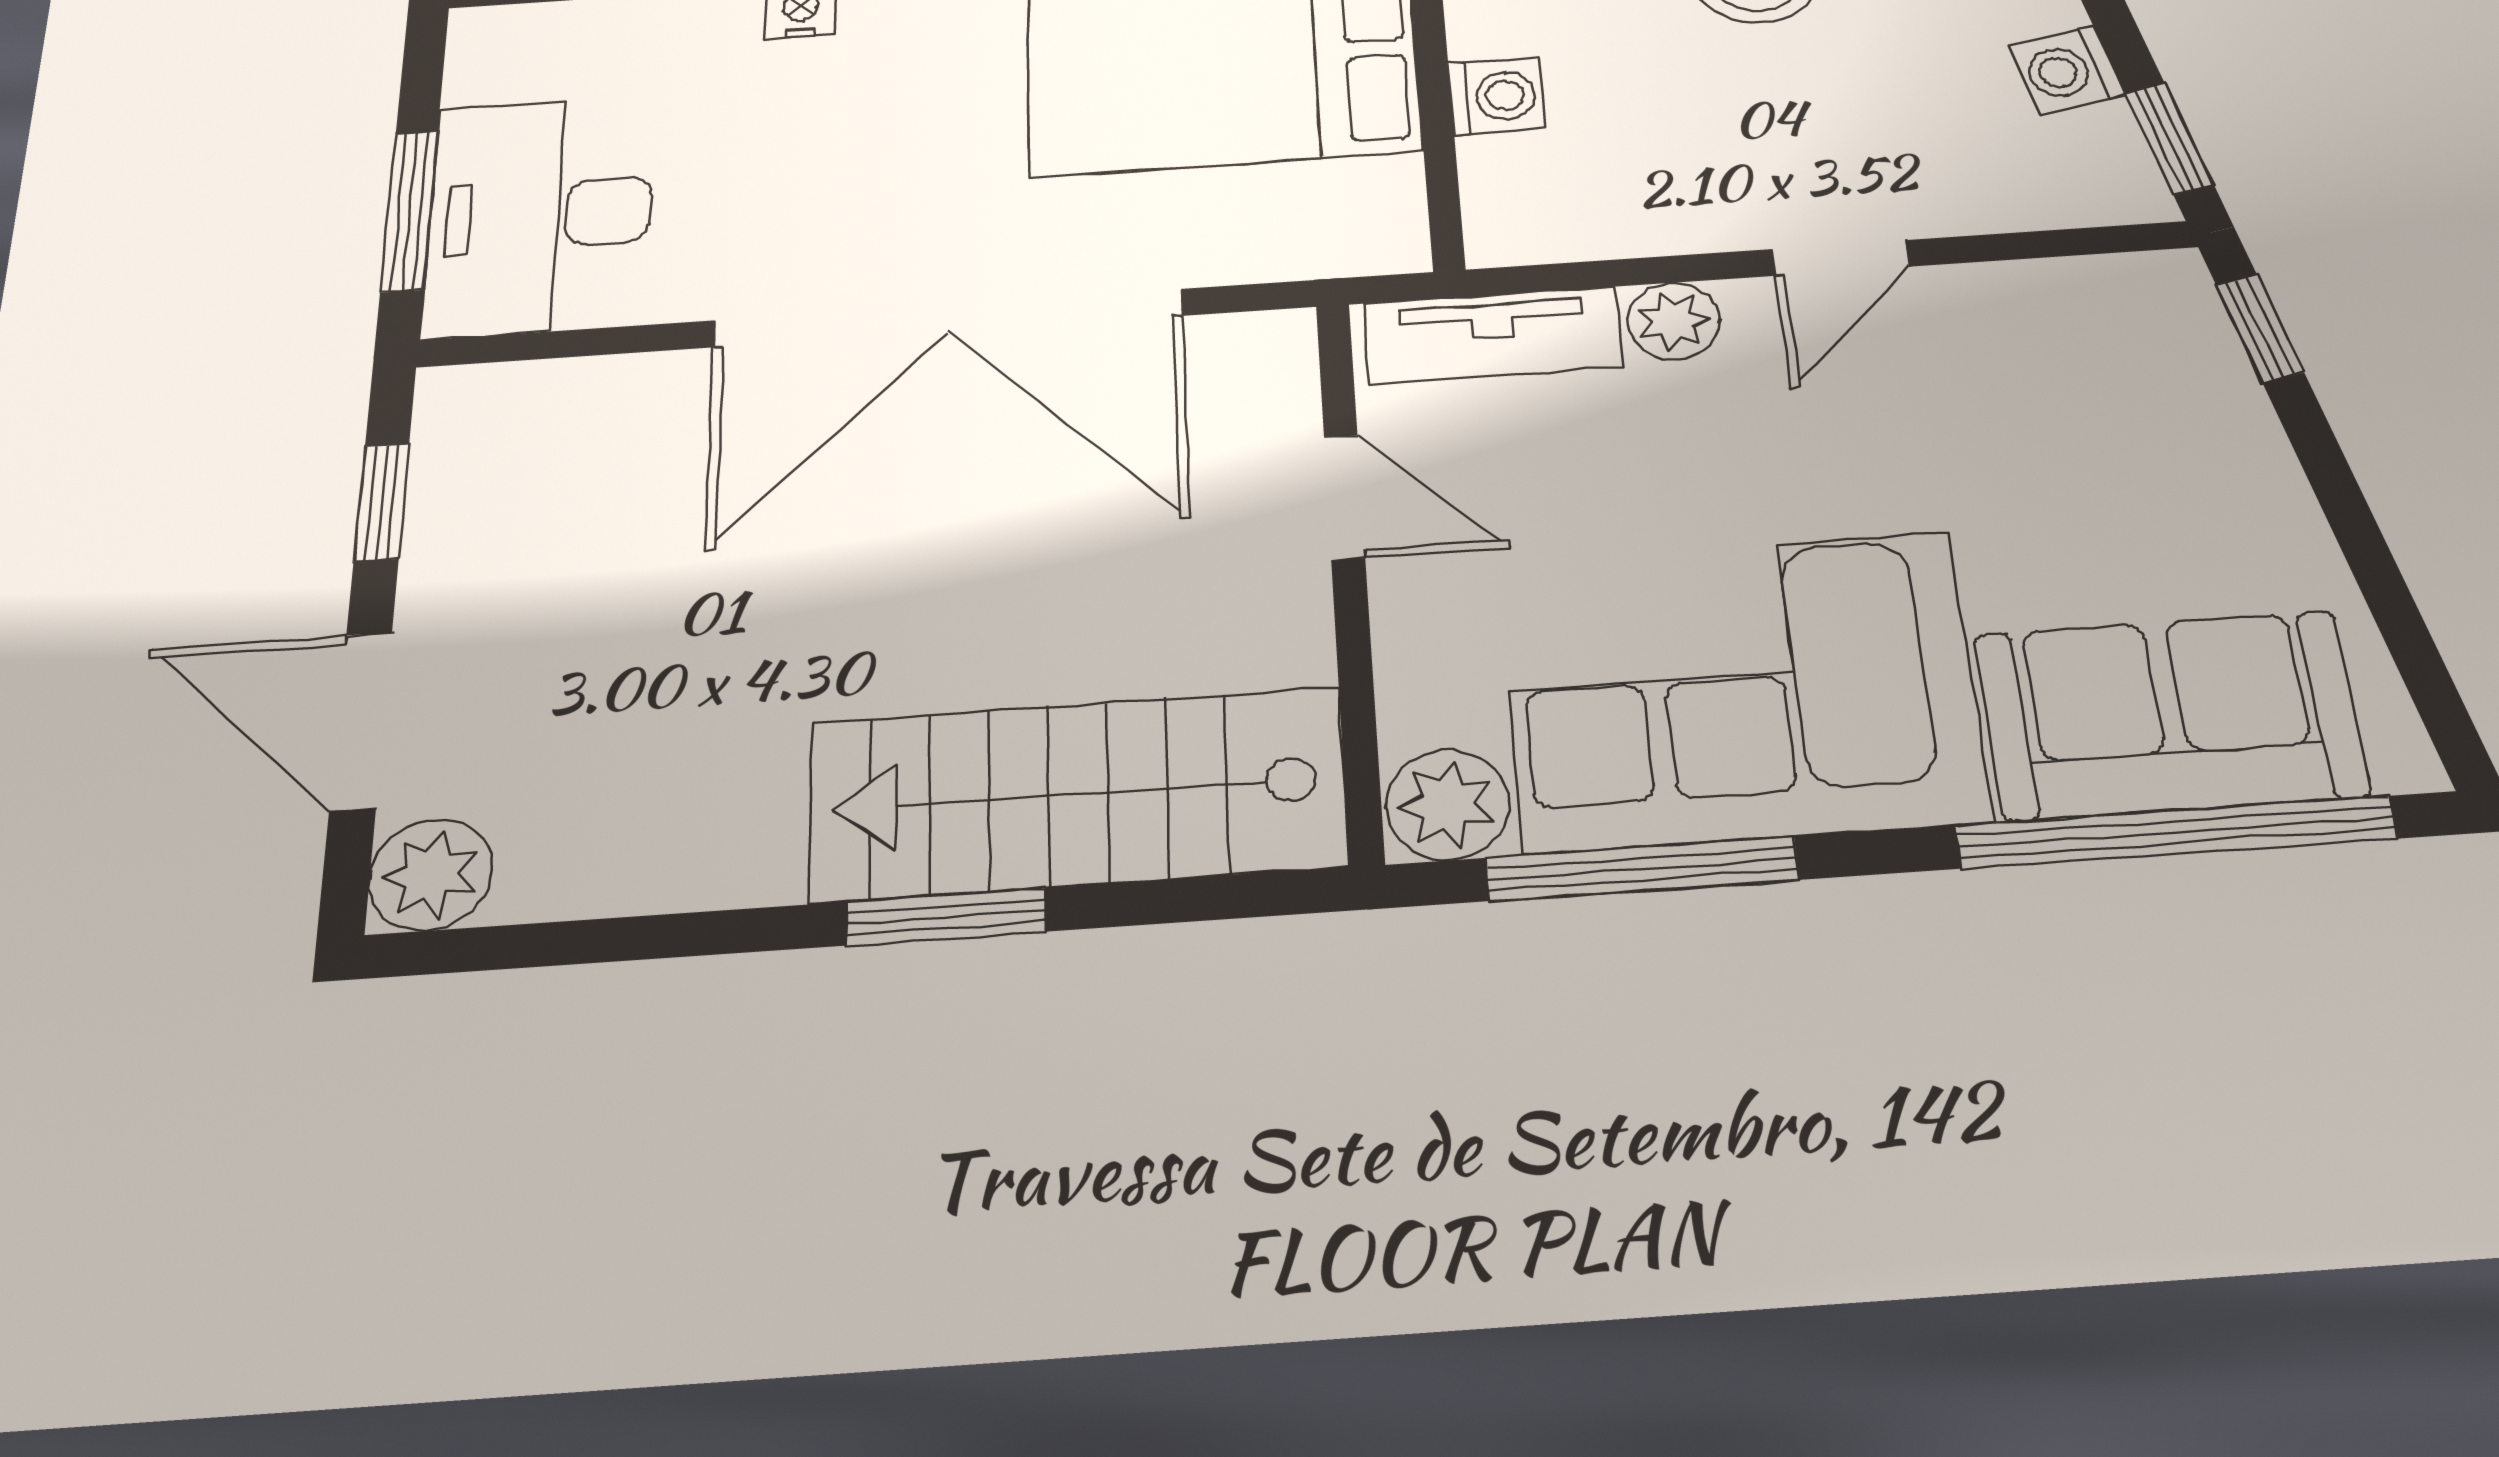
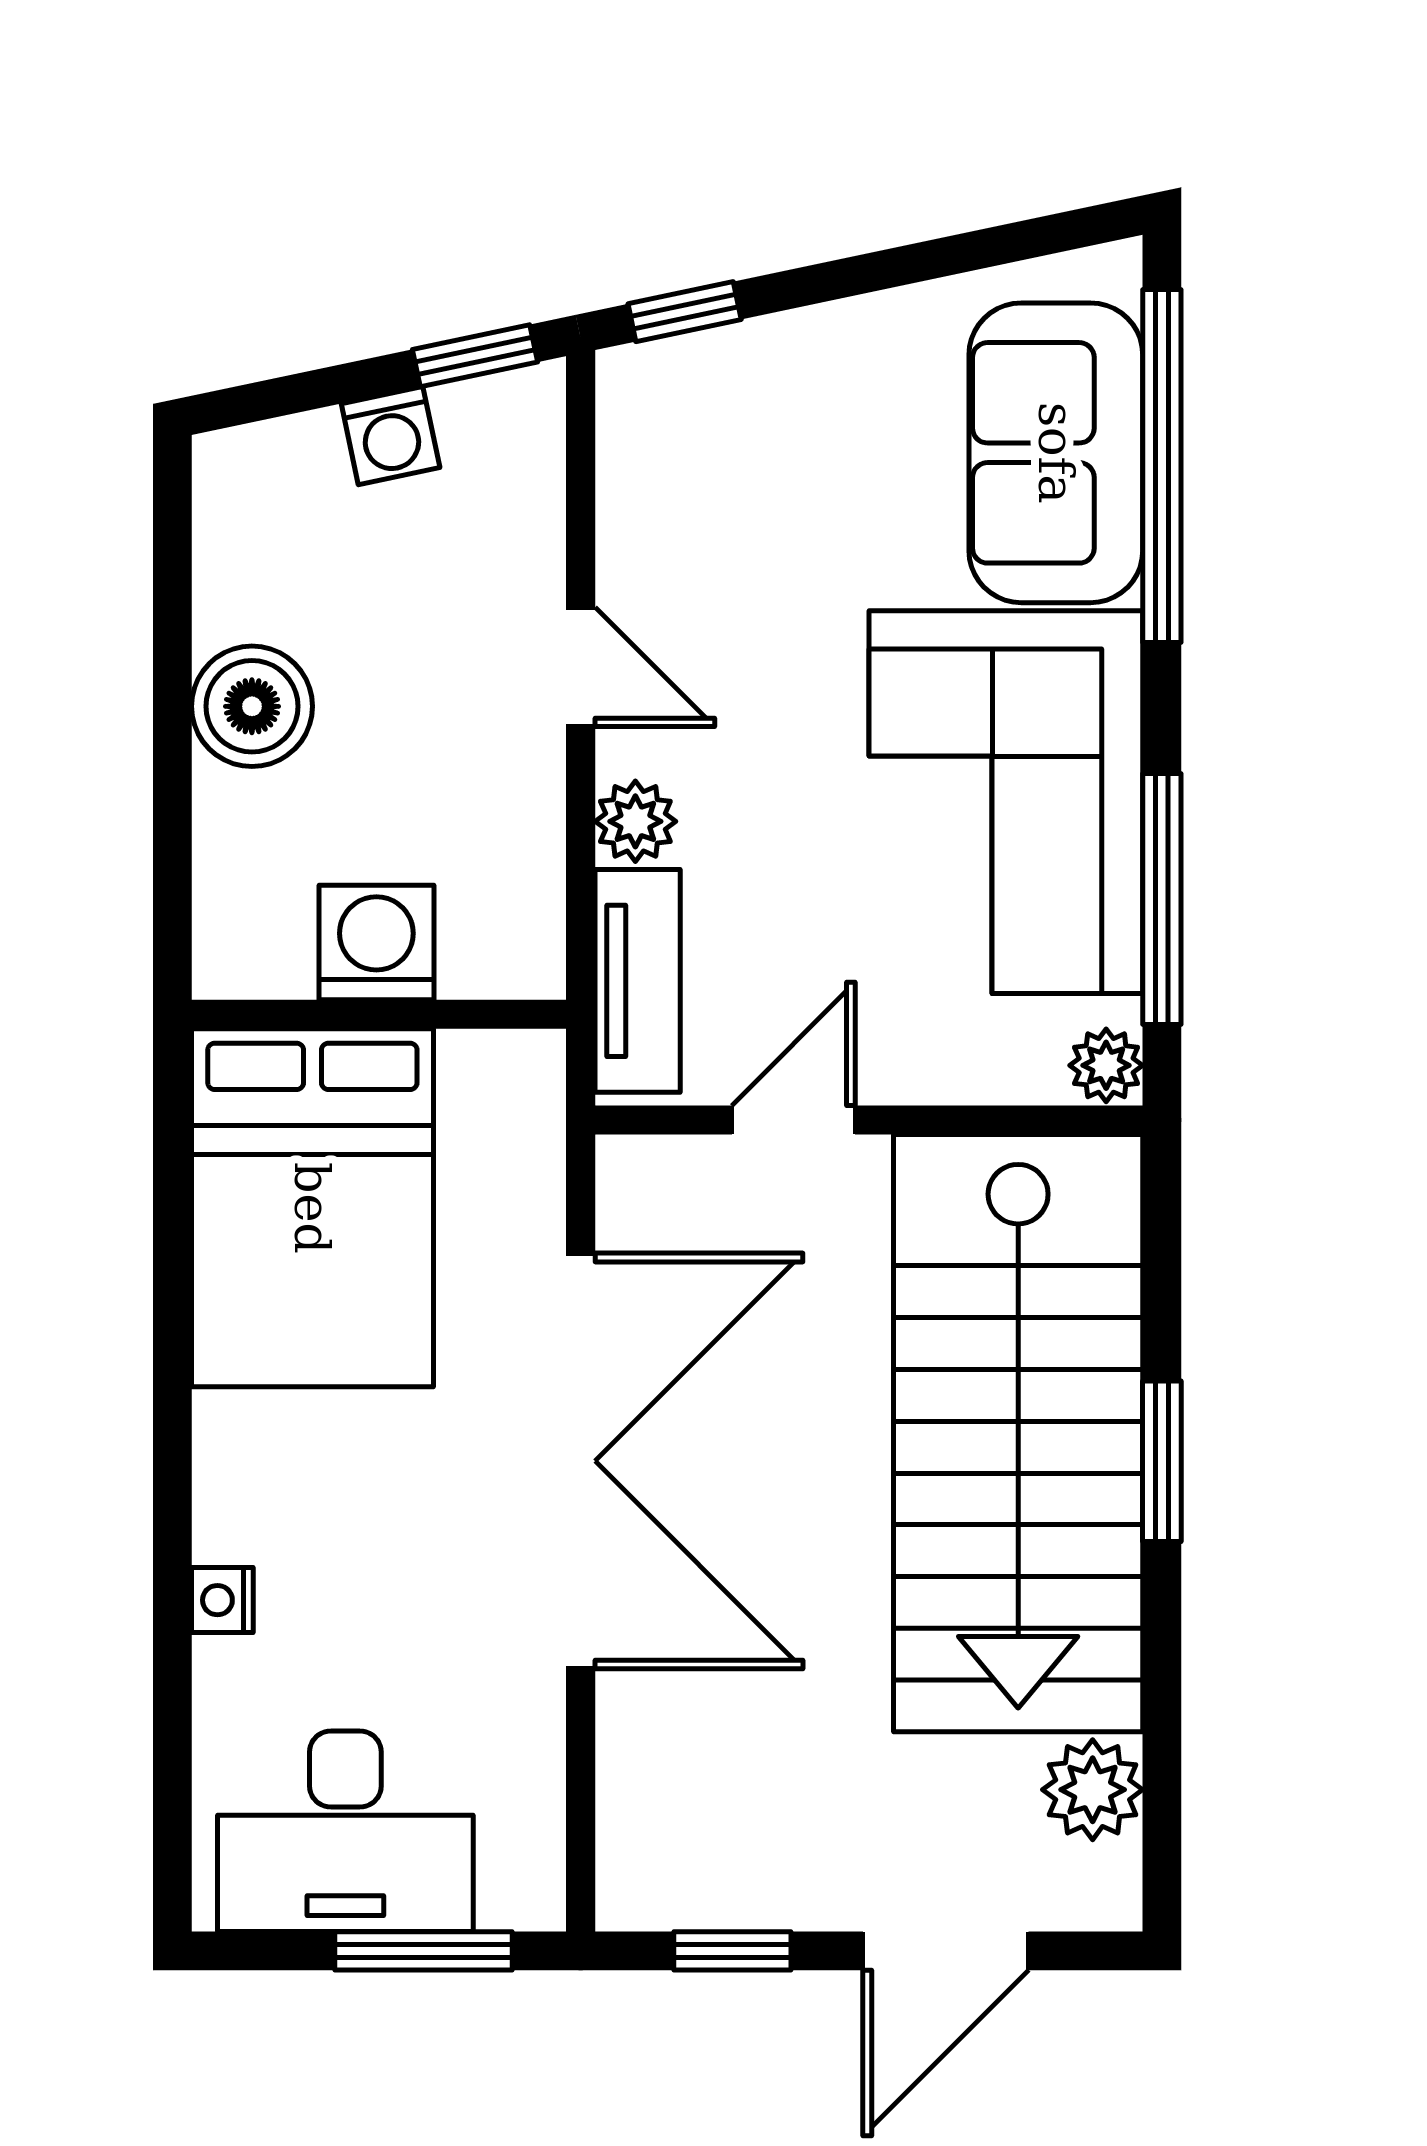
washing machine: (1496, 96) -> (376, 943), width x1.38, depth x1.38
desk: (540, 215) -> (345, 1831), moved
stairs: (1078, 794) -> (1018, 1433), width x1.36, depth x1.51
plant: (1447, 805) -> (1106, 1065), width x0.73, depth x0.73
plant: (431, 875) -> (1093, 1790), moved

